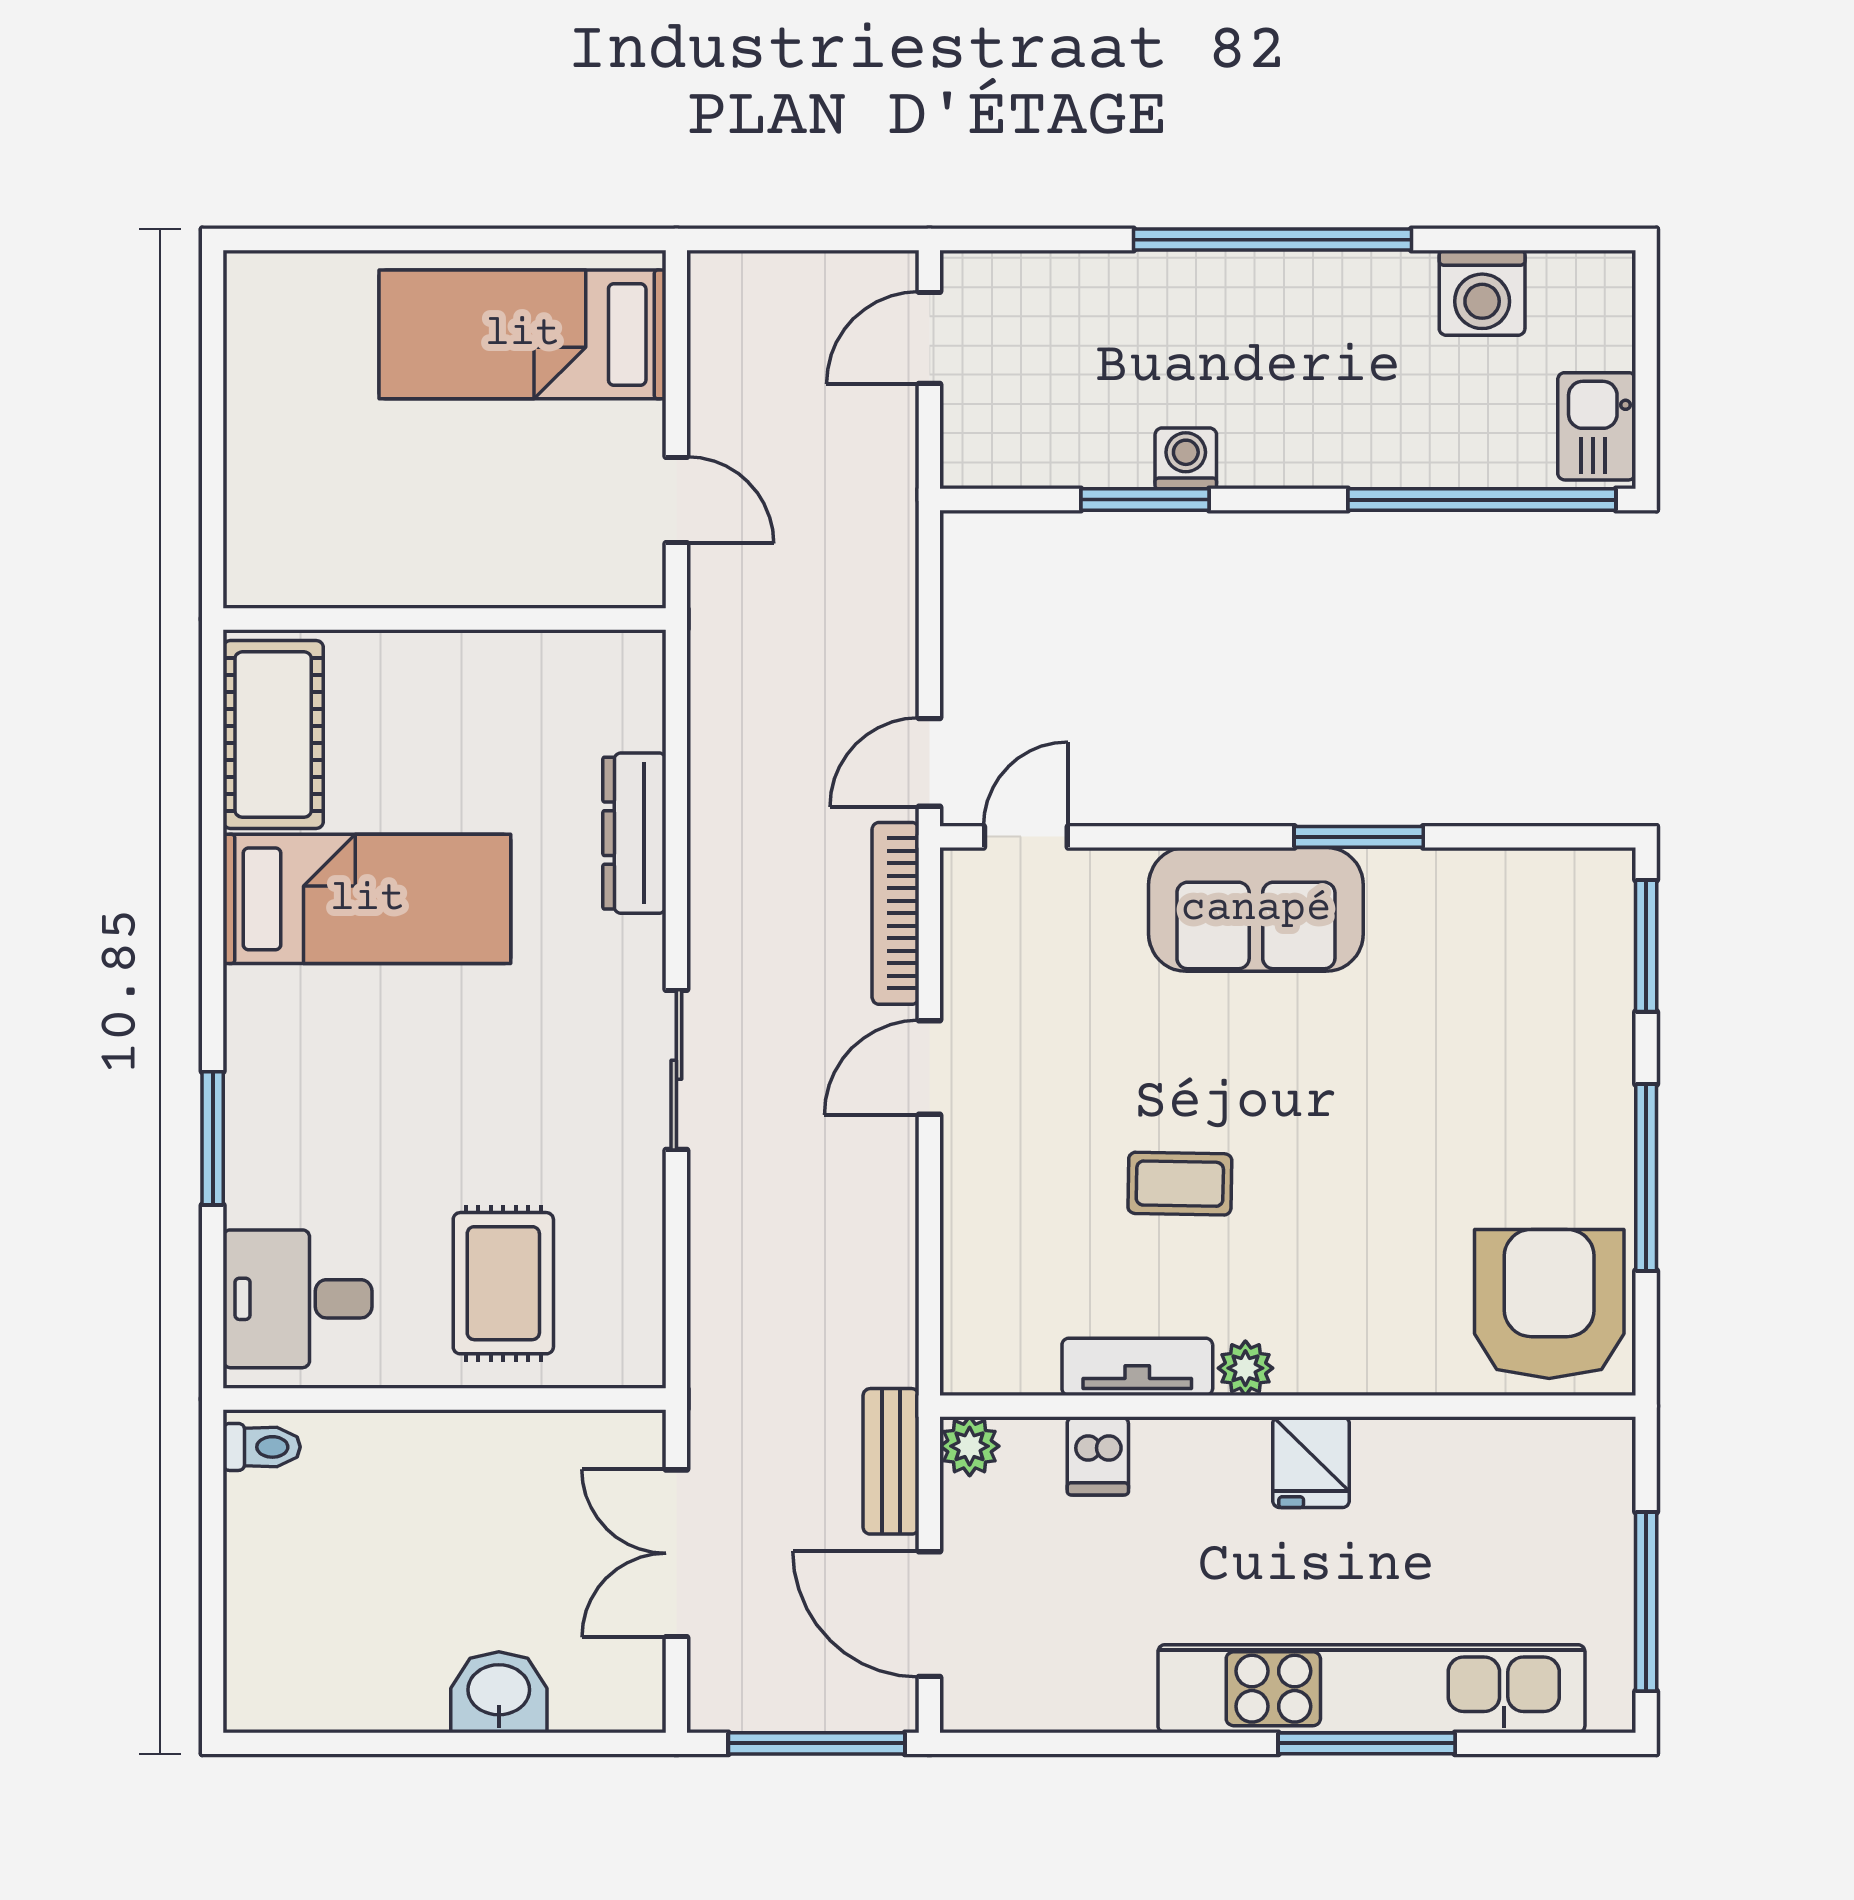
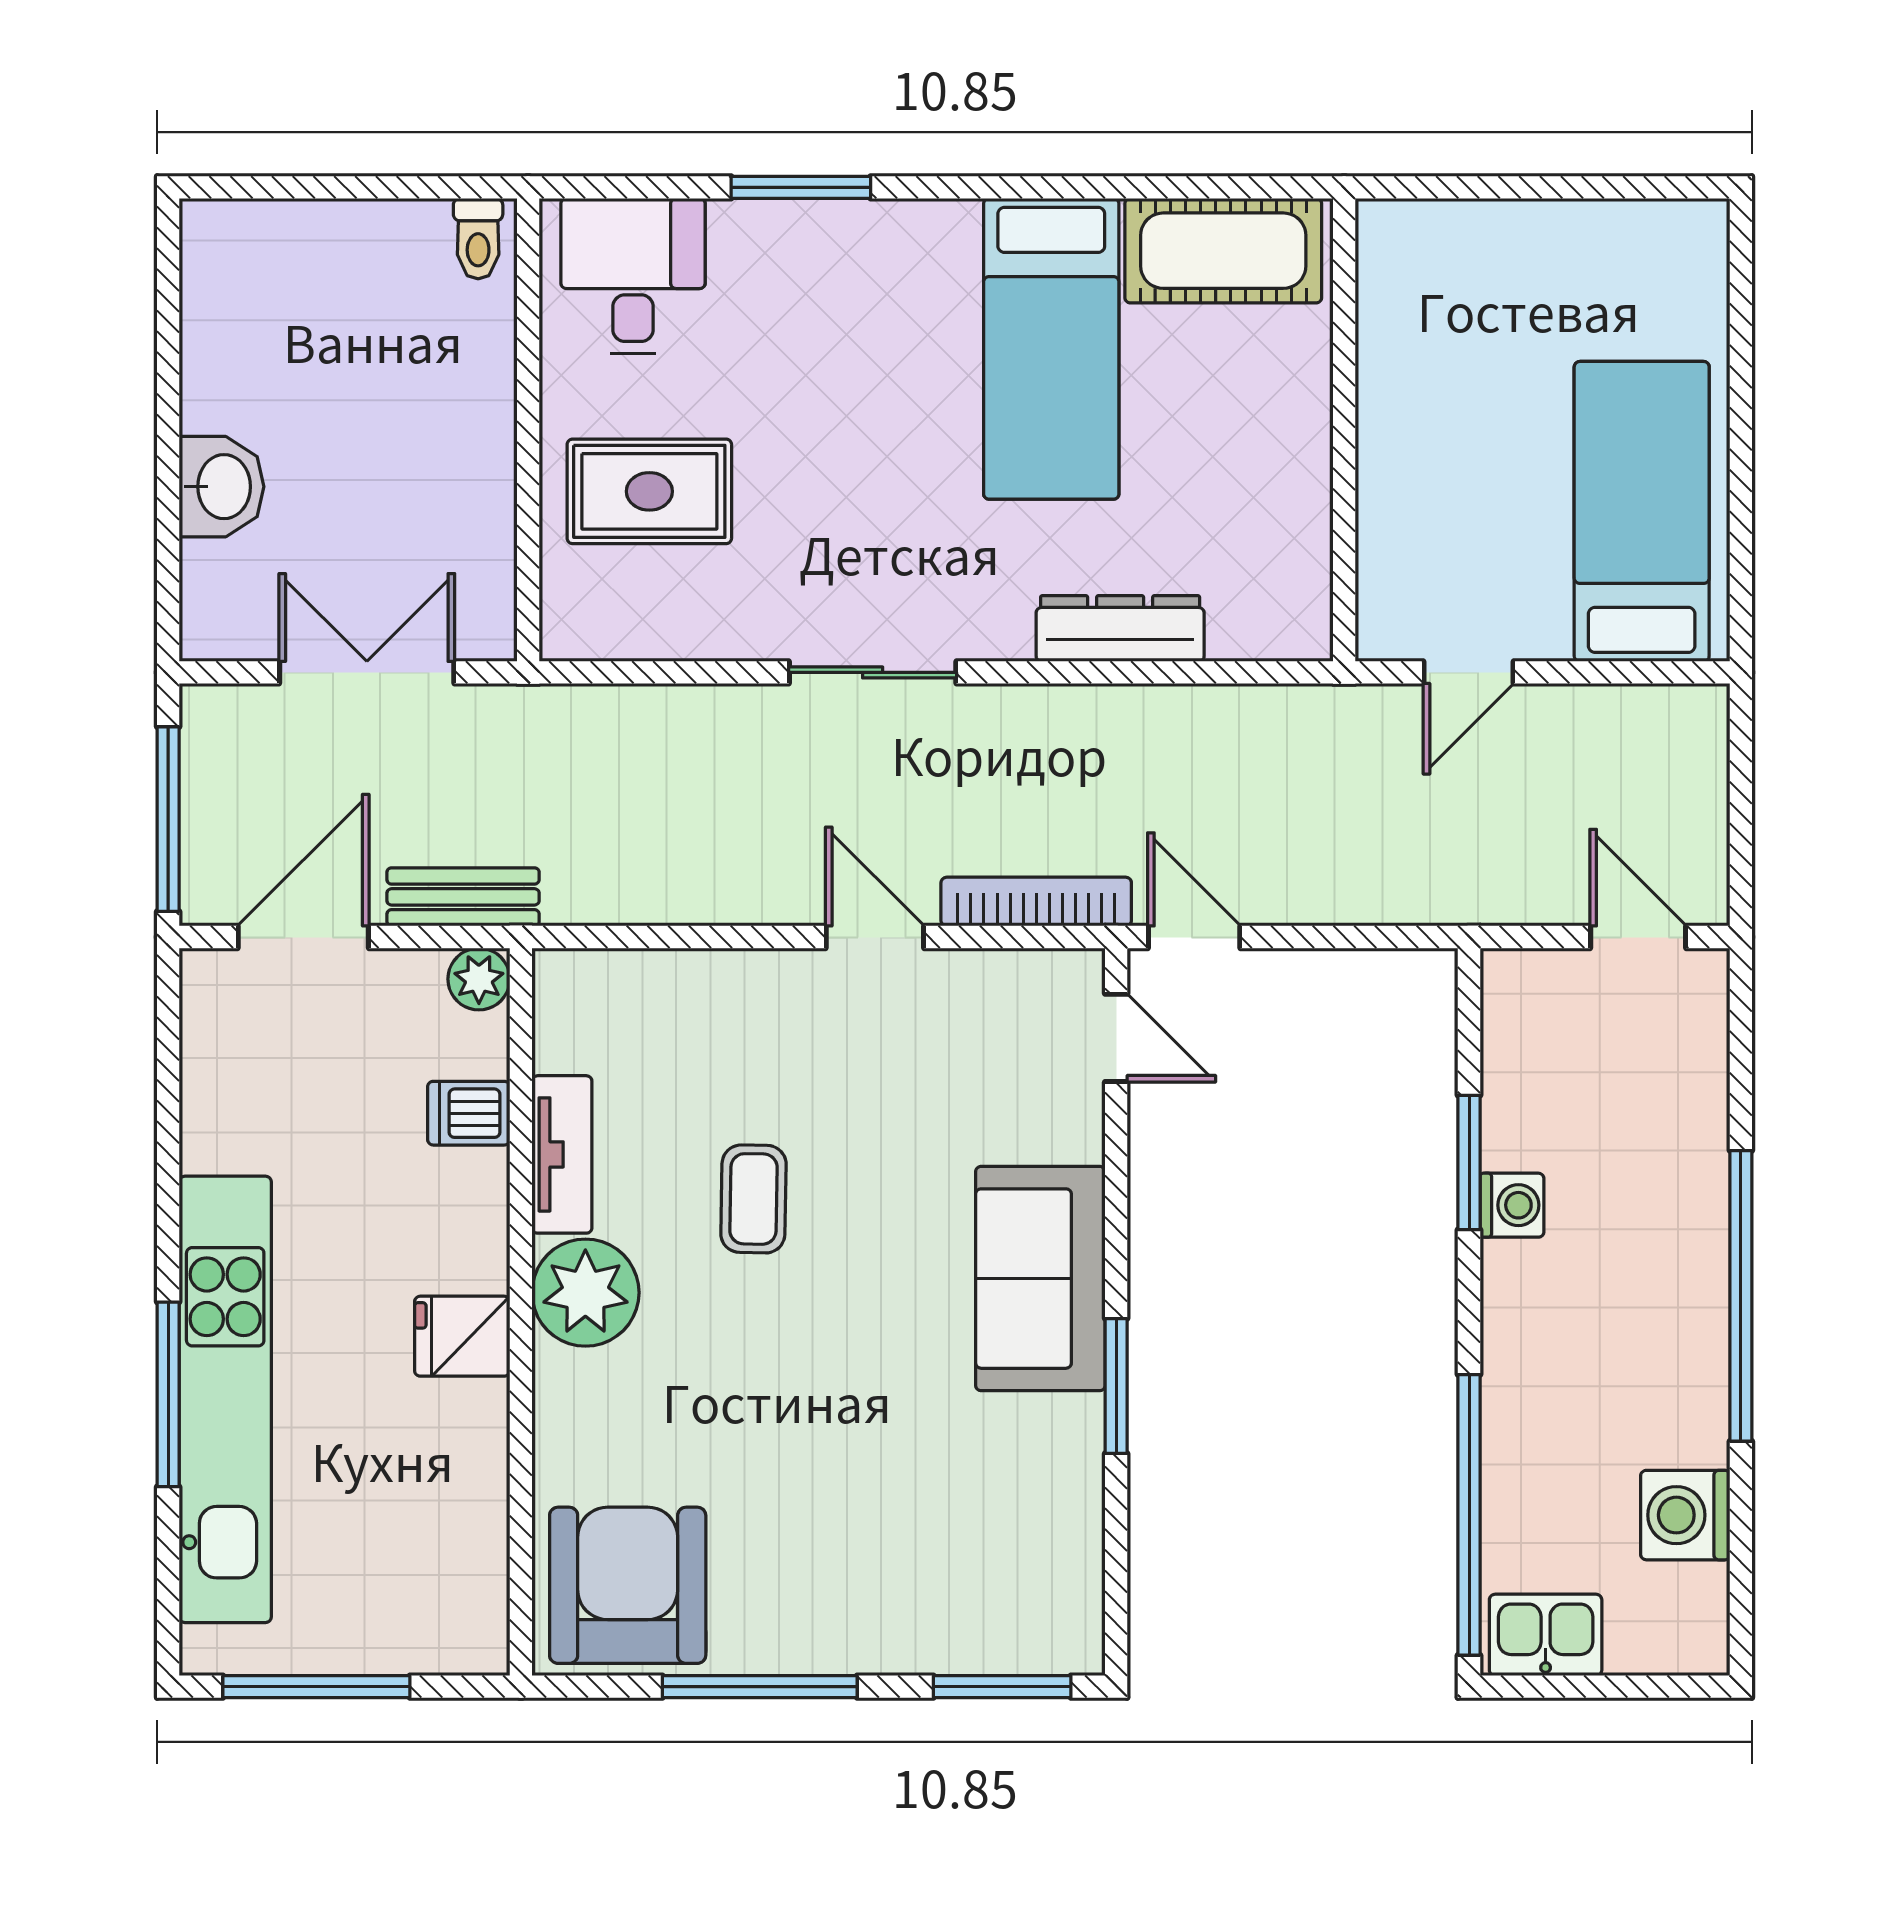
armchair: (1549, 1304) -> (628, 1585), turned -90
plant: (1245, 1368) -> (585, 1293), width x1.87, depth x1.87

